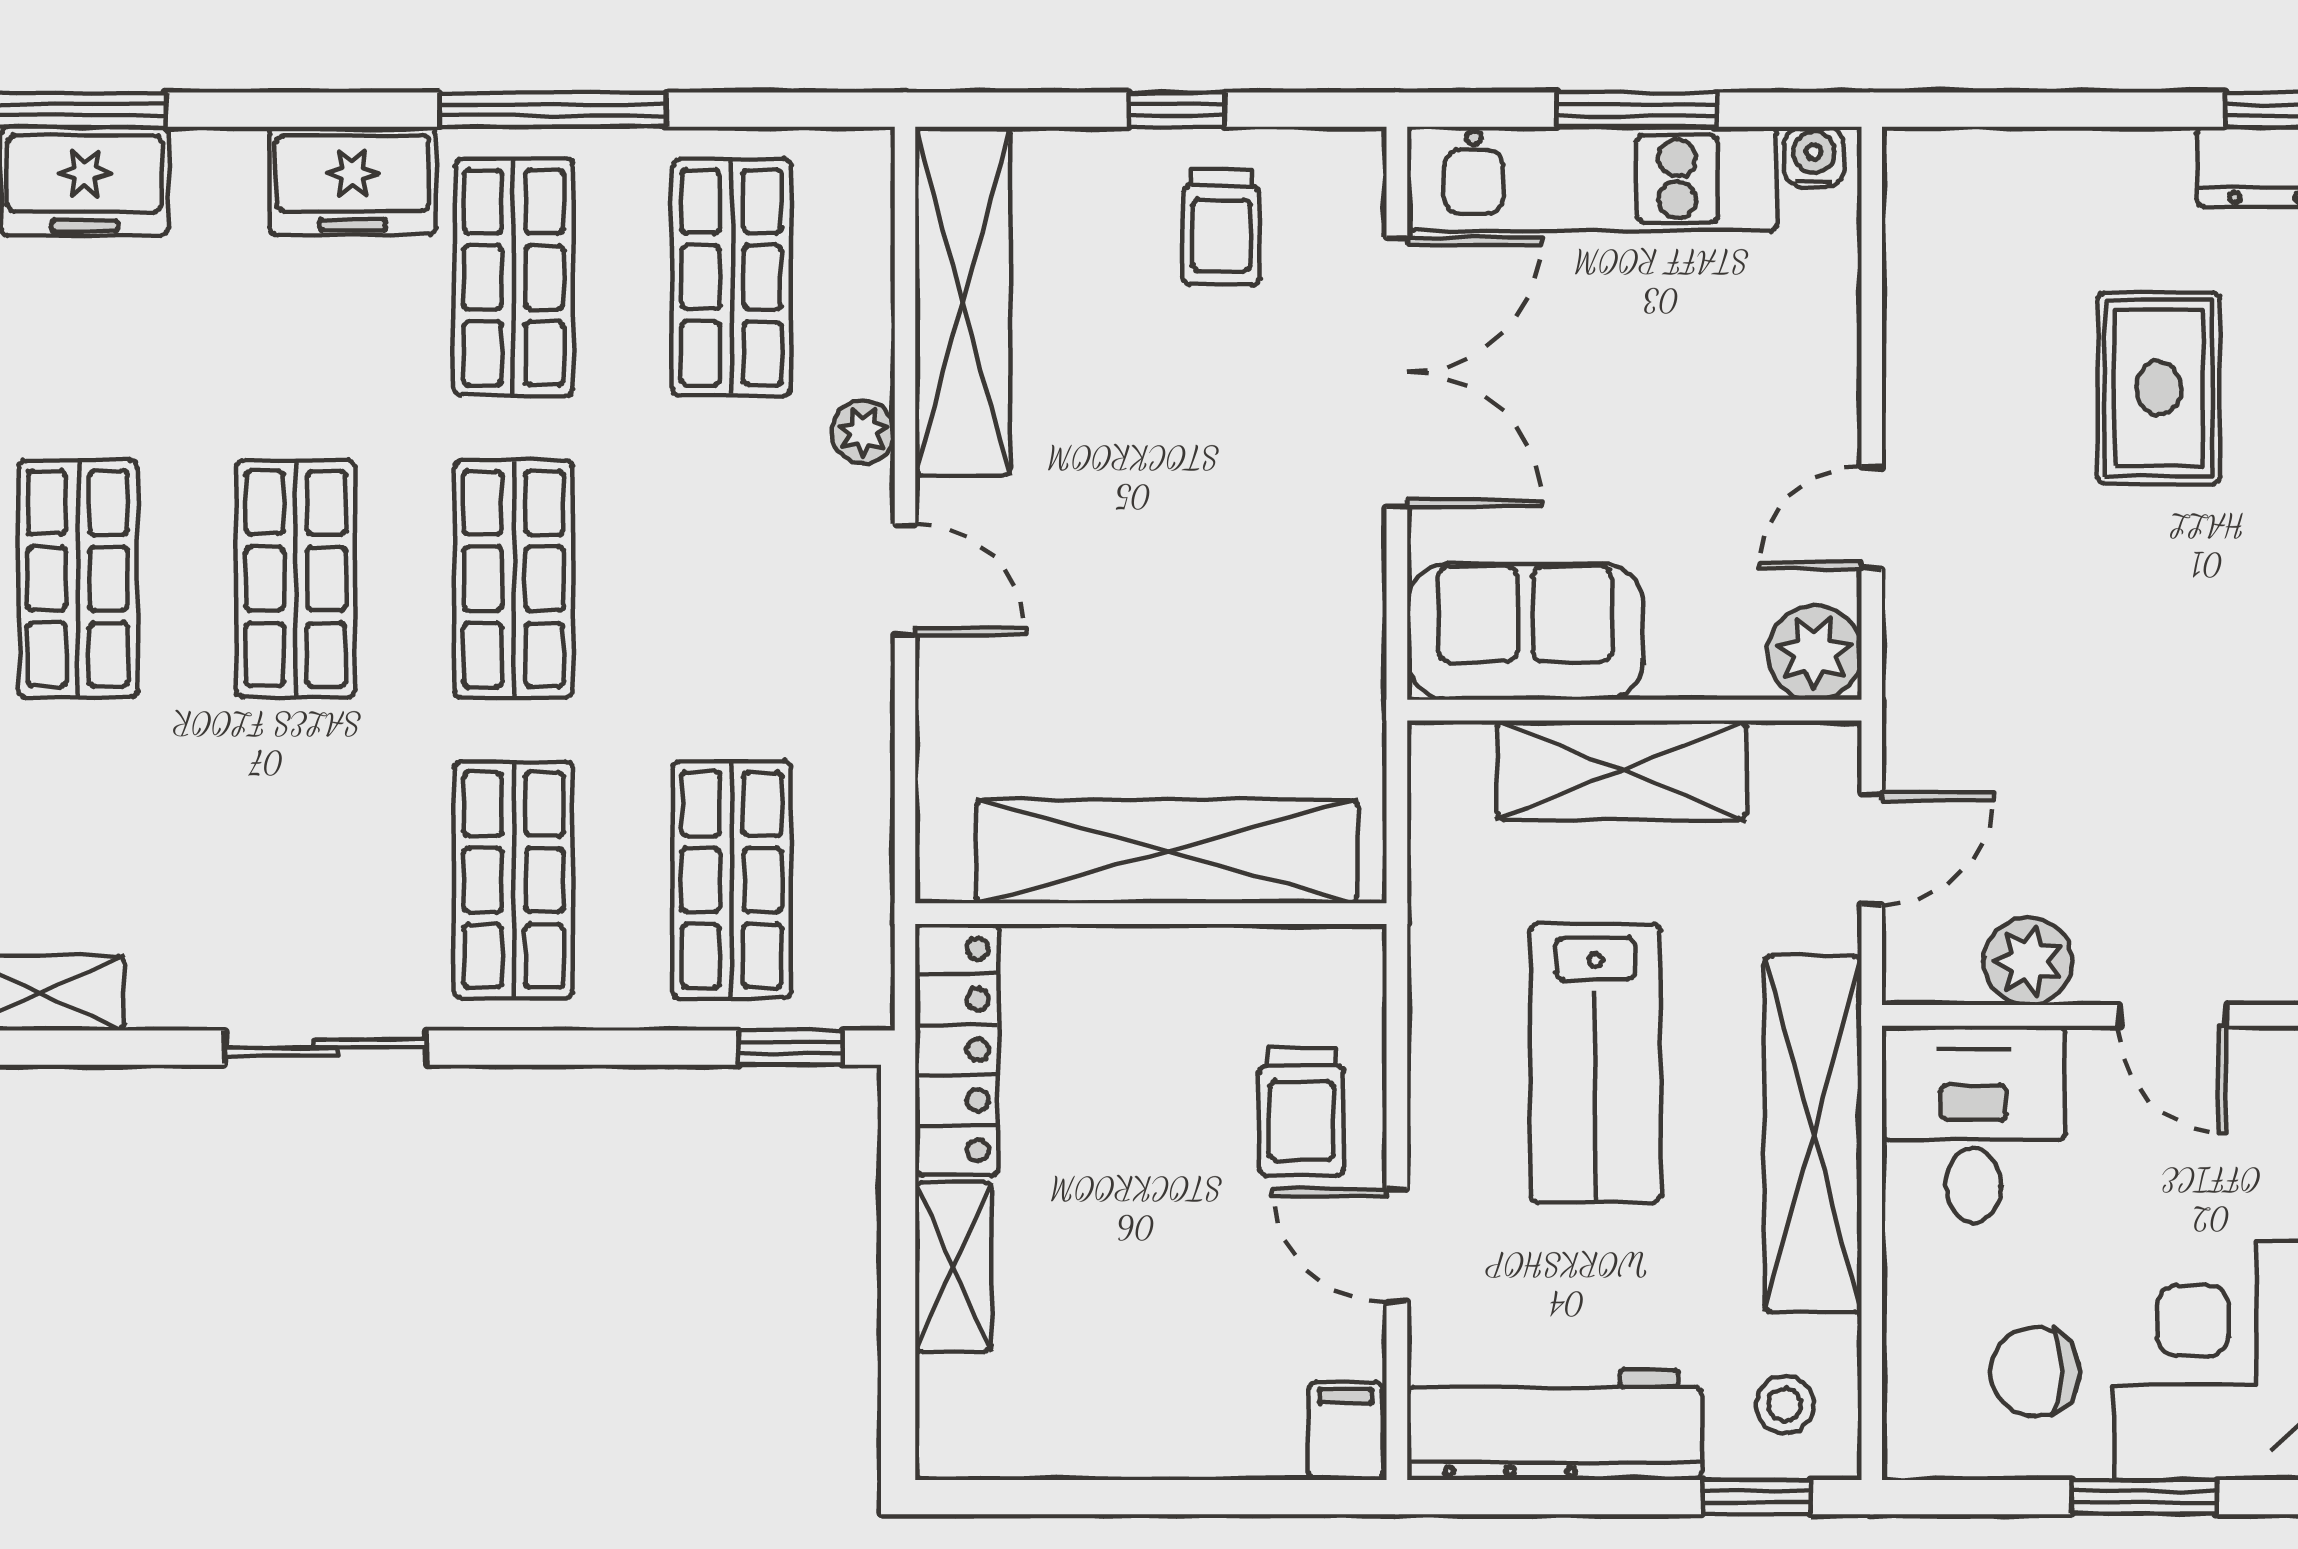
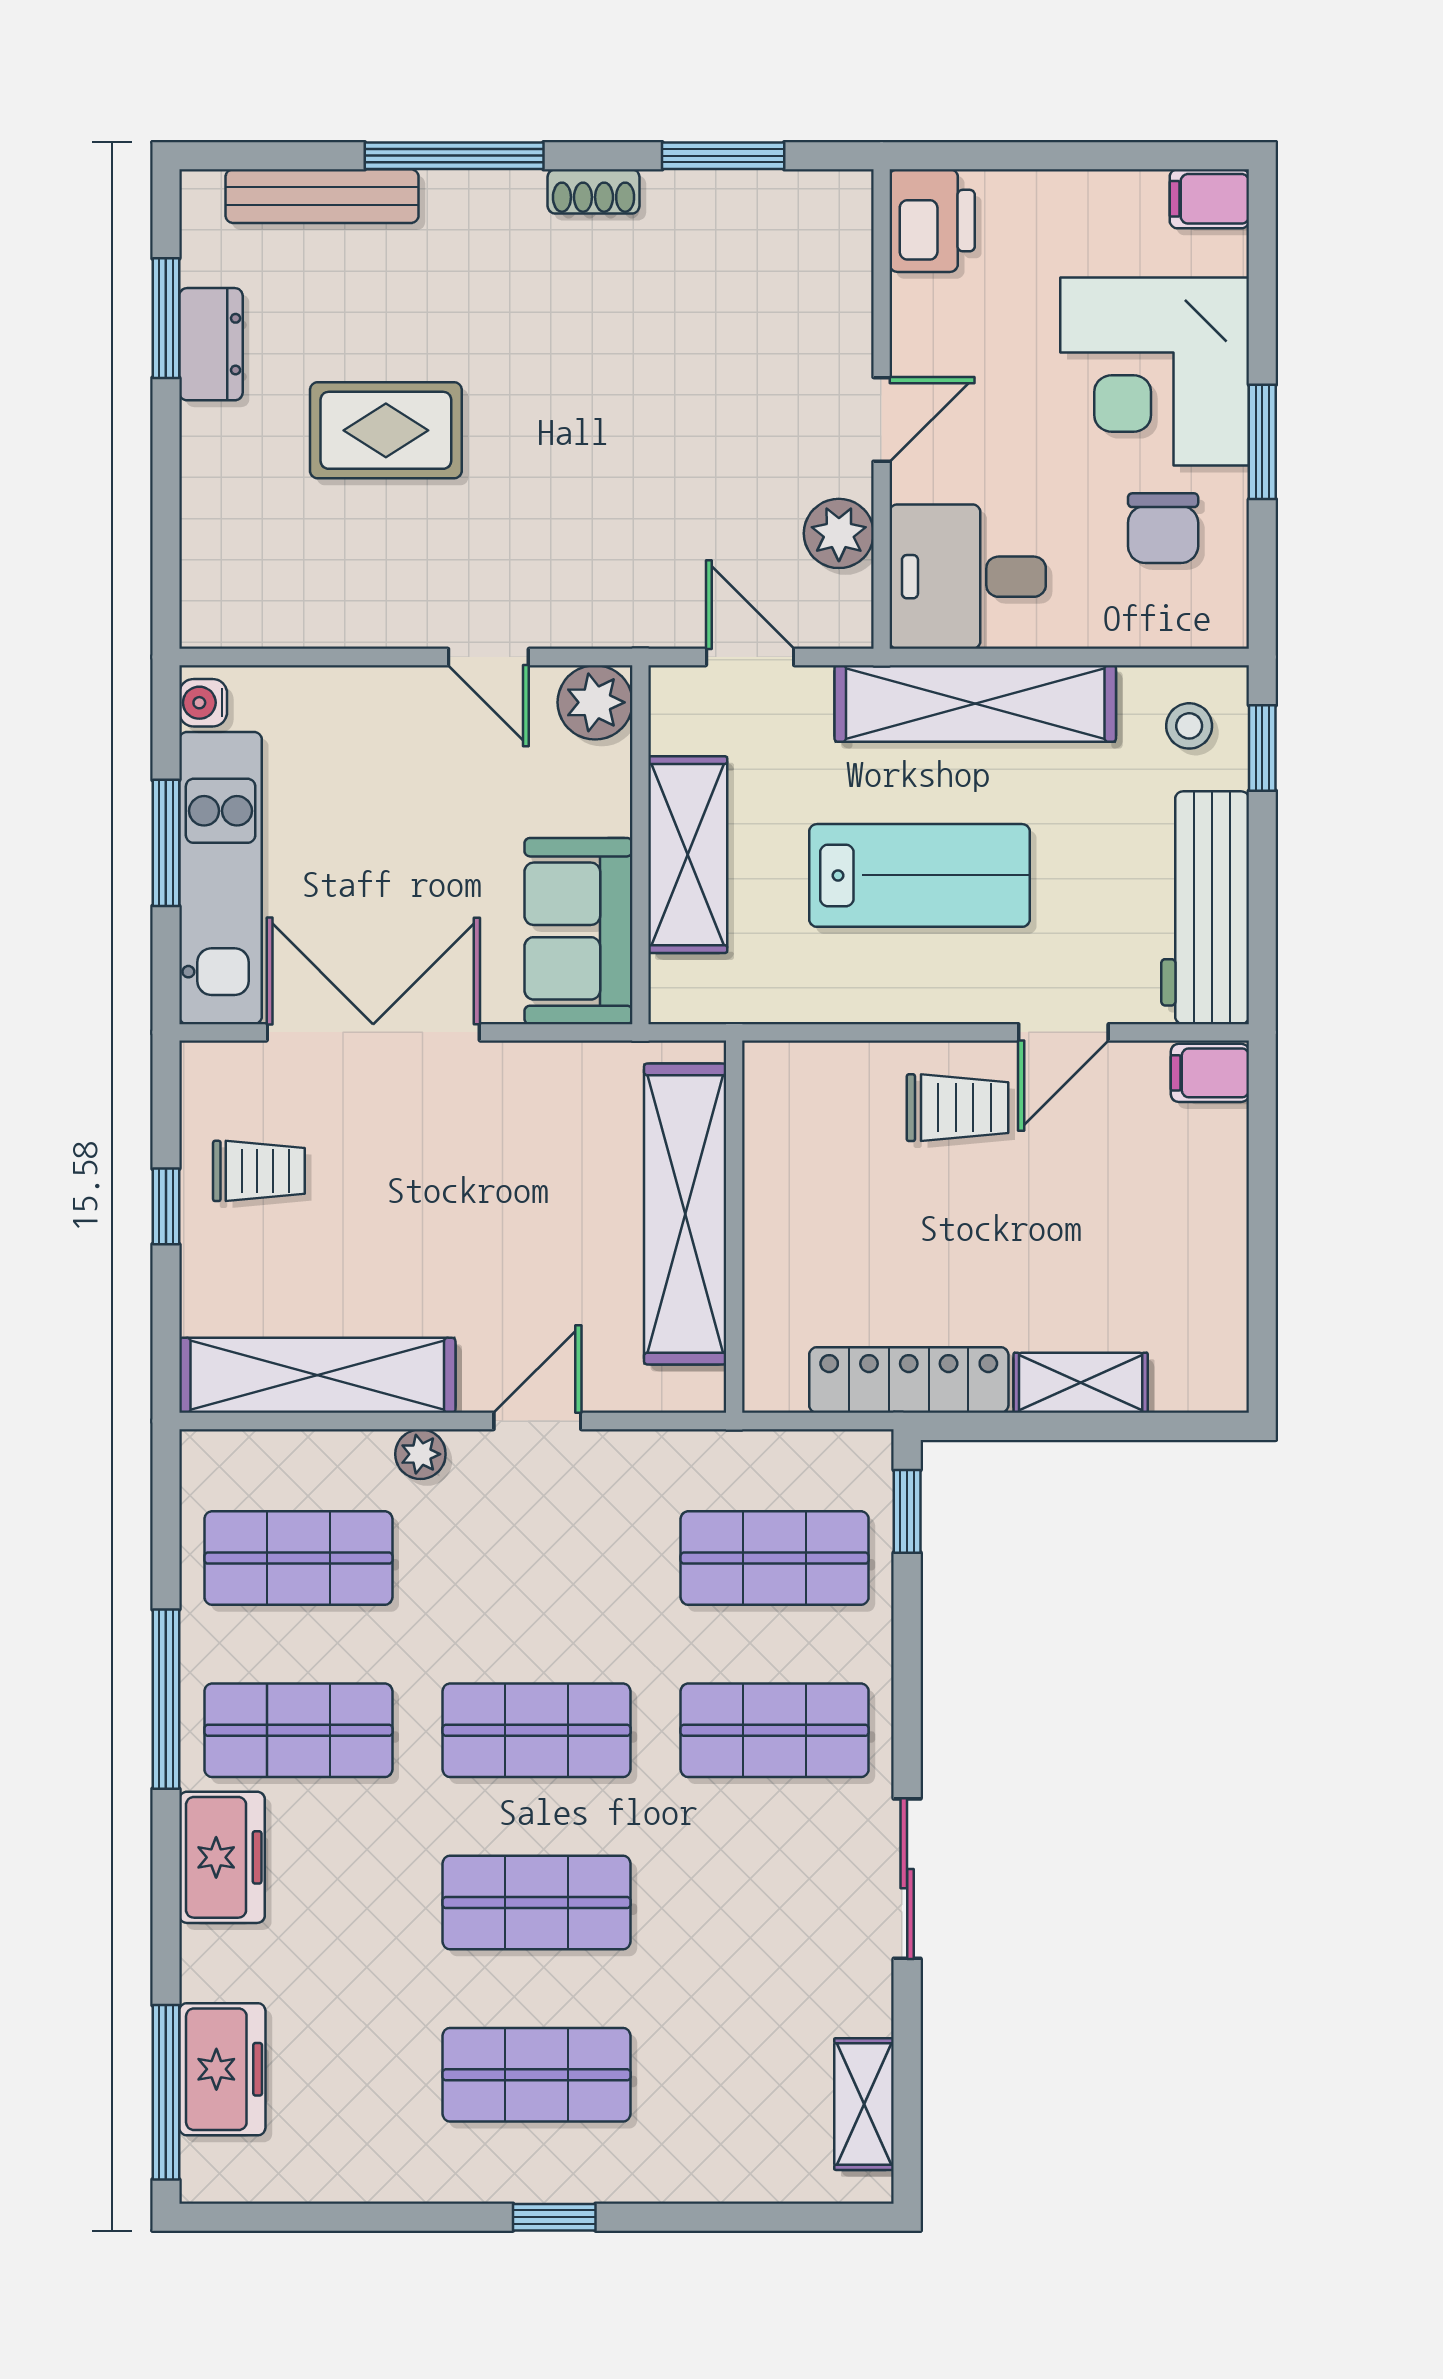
shelving: (1167, 851) -> (685, 1214), moved
wall: (1151, 914) -> (734, 1227), moved

